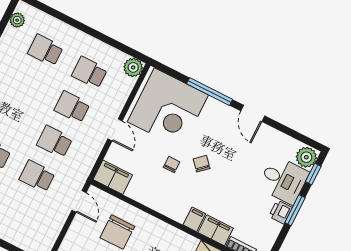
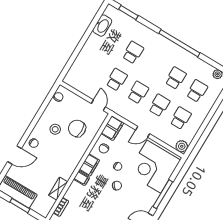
school desk: (28, 85) -> (176, 78), added
chair: (145, 188) -> (104, 149), added
door: (79, 201) -> (98, 105), swing flipped
filing cabinet: (216, 230) -> (89, 165), moved

